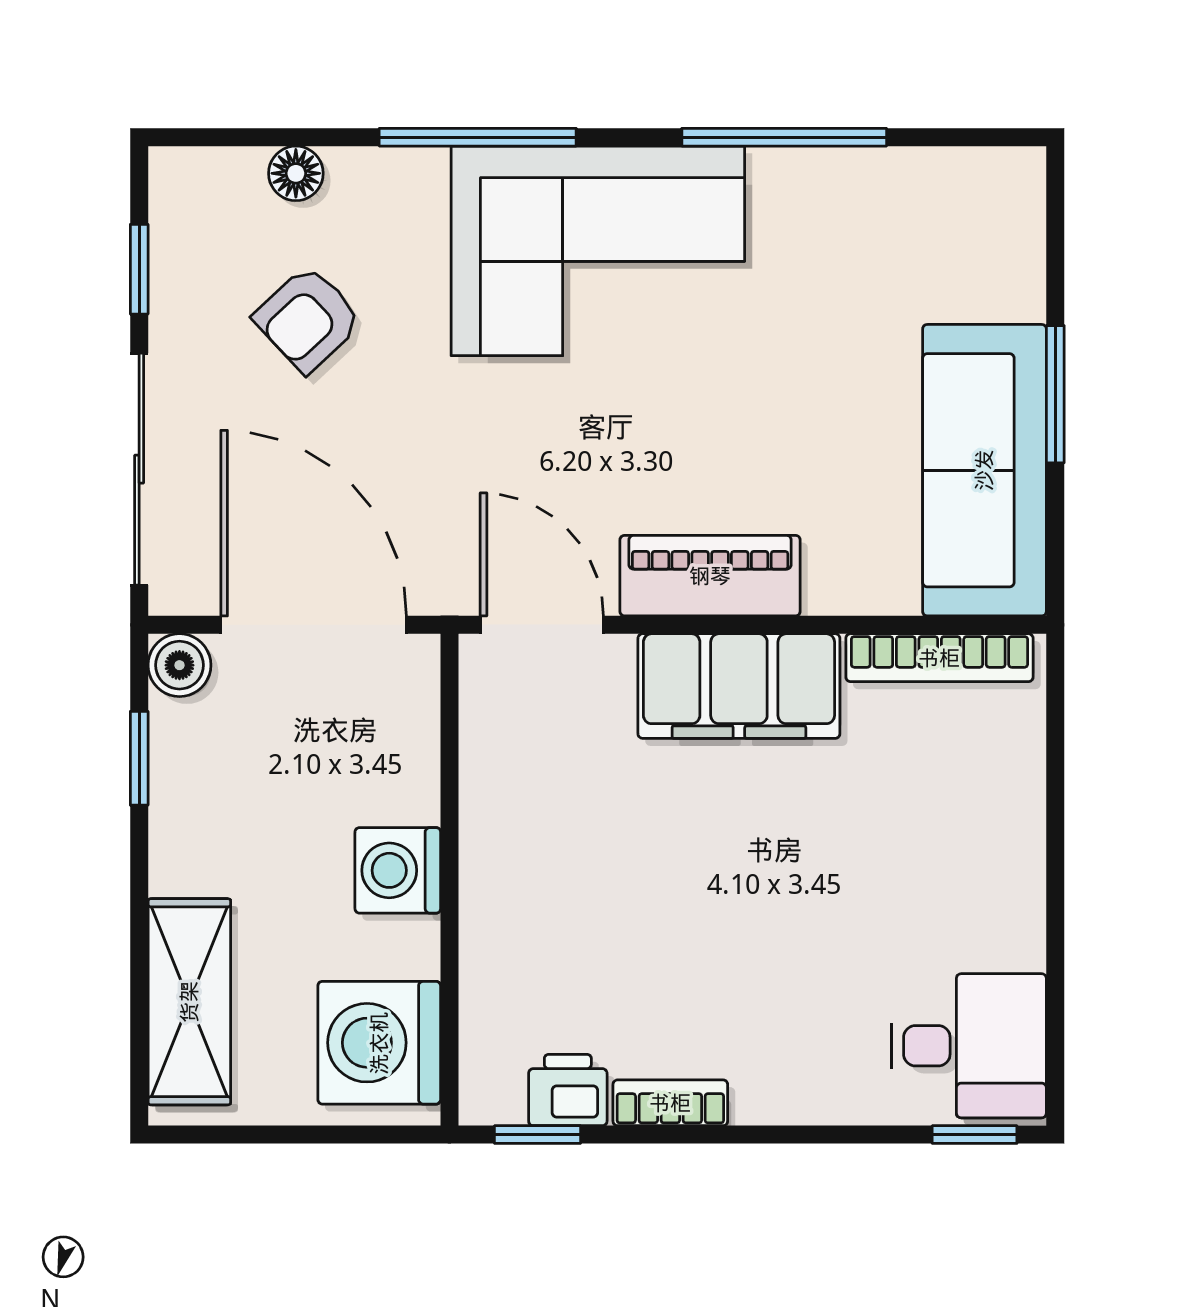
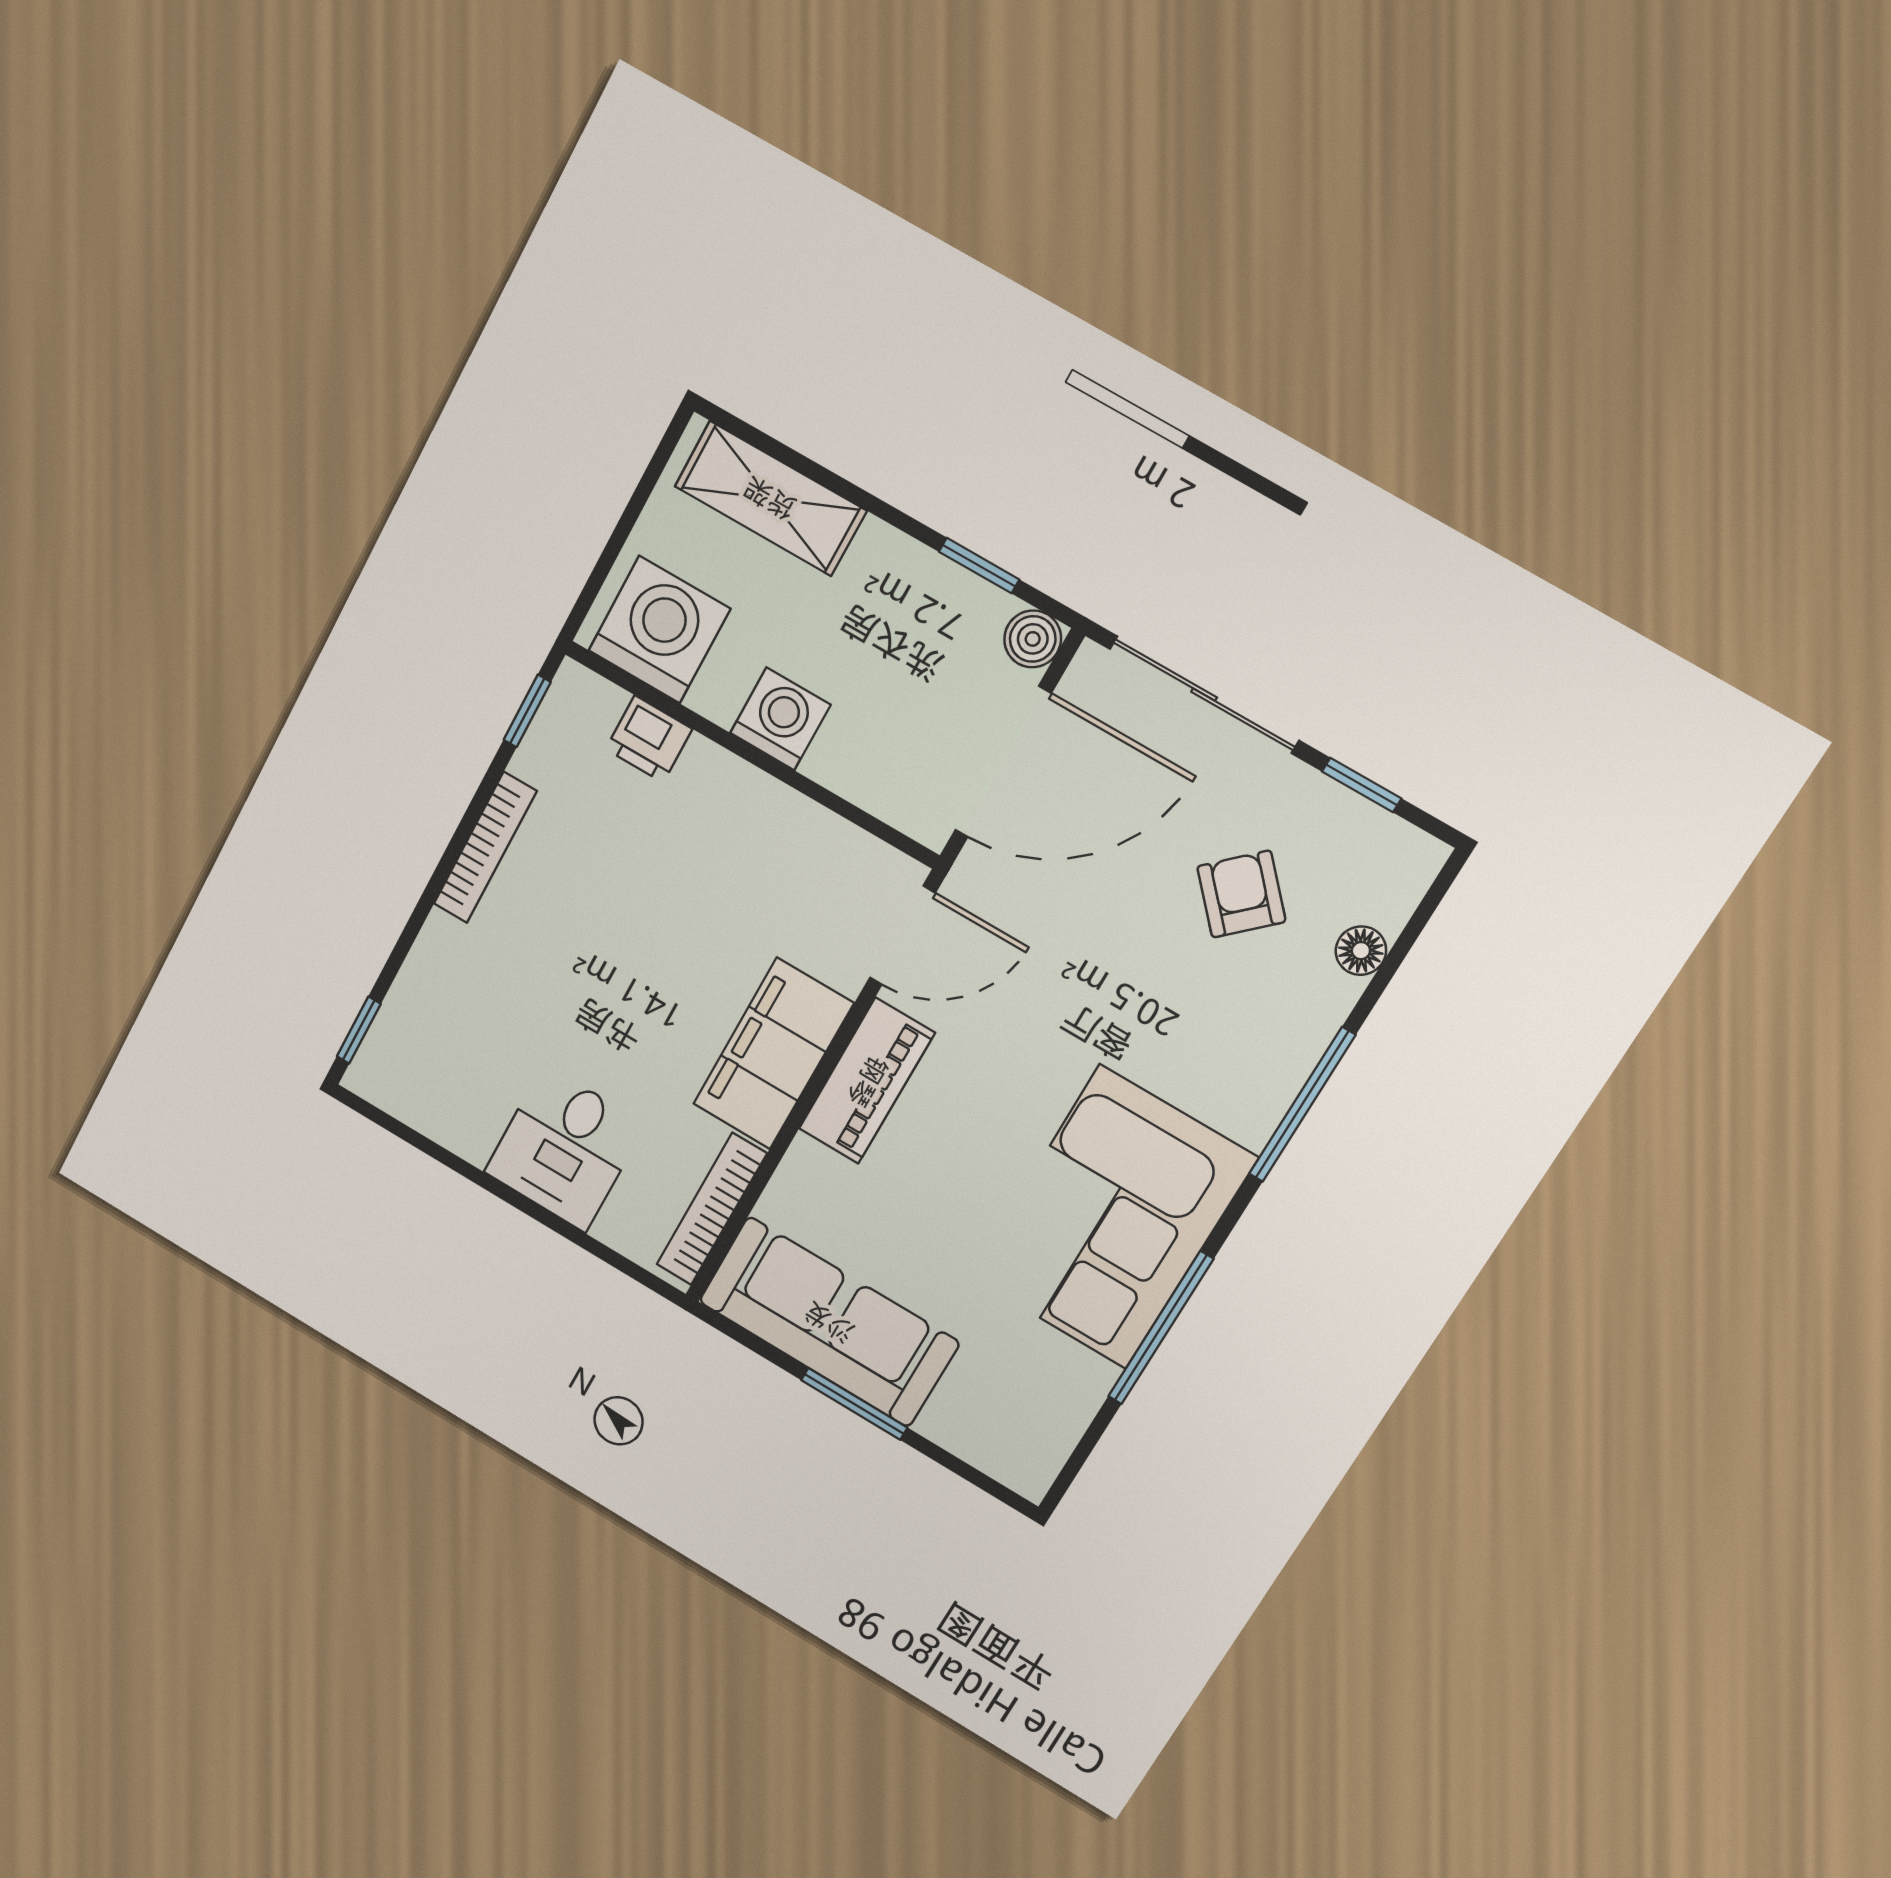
corner sofa: (598, 251) -> (1113, 1218), moved
desk: (969, 1046) -> (565, 1148), moved
printer: (568, 1090) -> (649, 739), moved, turned 90
bookcase: (670, 1103) -> (485, 848), width x1.56

